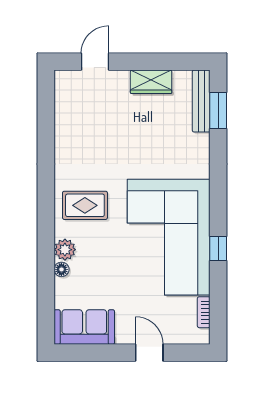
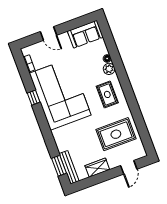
rug: (96, 129) -> (116, 134), added
rug: (85, 205) -> (107, 94), turned 90

